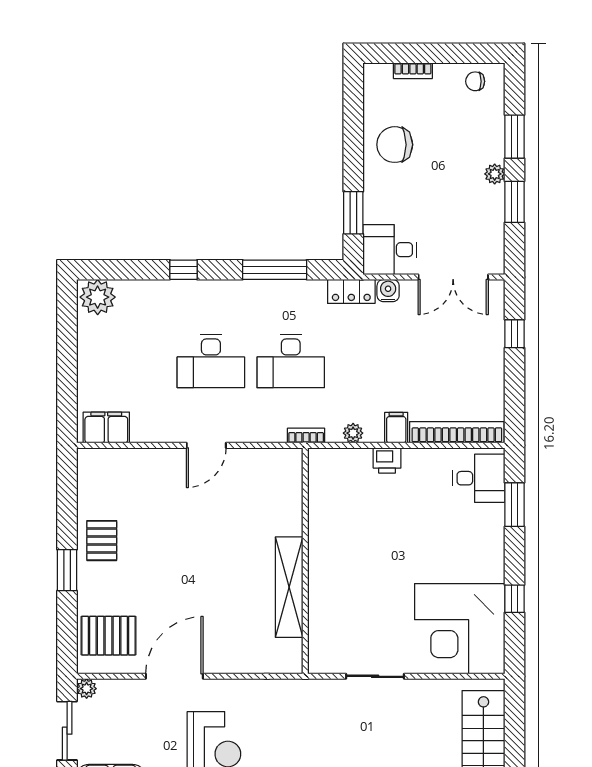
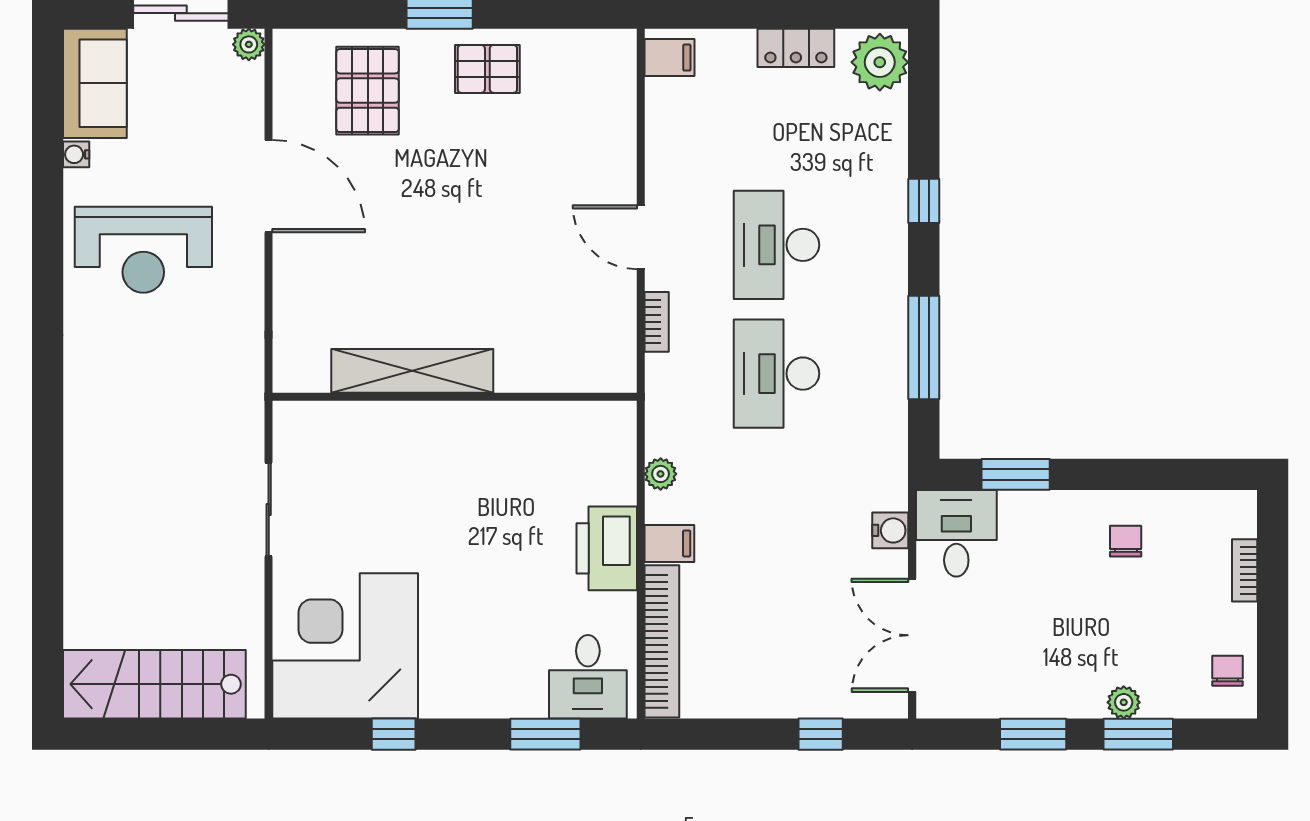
chair: (395, 145) -> (1126, 541), width x0.54, depth x0.54
plant: (495, 174) -> (1124, 702), moved
locker: (351, 291) -> (796, 48), moved, turned -90
filing cabinet: (106, 428) -> (669, 58), width x0.50
bookcase: (306, 436) -> (657, 322), moved
printer: (387, 460) -> (607, 548), width x1.87, depth x1.48
pallet: (109, 636) -> (368, 91), moved

